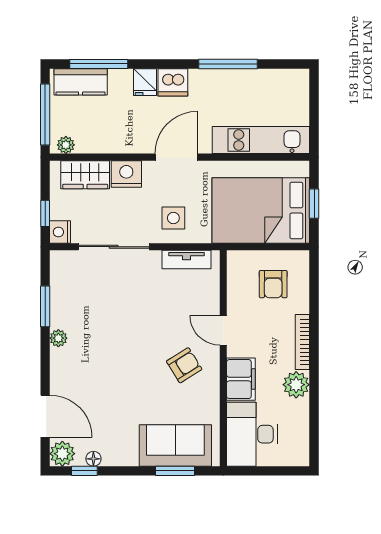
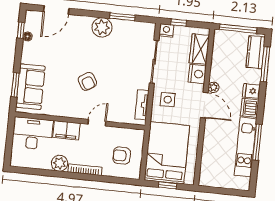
kitchen unit: (261, 140) -> (246, 147), moved, turned 180
plant: (66, 145) -> (214, 87), moved
plant: (58, 338) -> (102, 27), width x1.87, depth x1.87
armchair: (184, 365) -> (87, 81), moved
plant: (62, 454) -> (33, 18), removed

